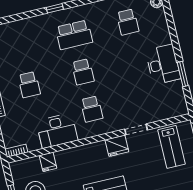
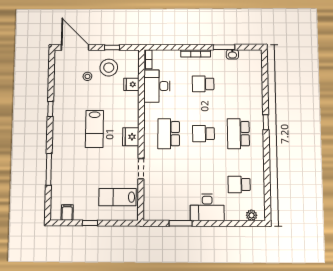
desk: (163, 64) -> (207, 207), moved
school desk: (92, 109) -> (169, 134), width x1.85
desk: (57, 131) -> (157, 86), moved
fridge: (117, 146) -> (131, 137), moved

